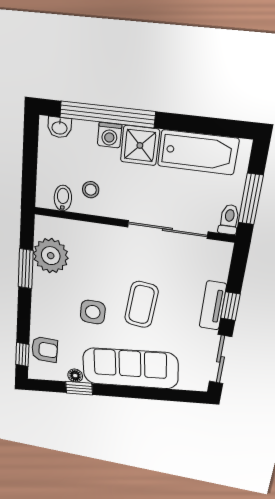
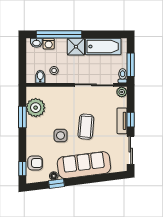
washing machine: (110, 135) -> (49, 44), moved
plant: (222, 251) -> (122, 92), added

